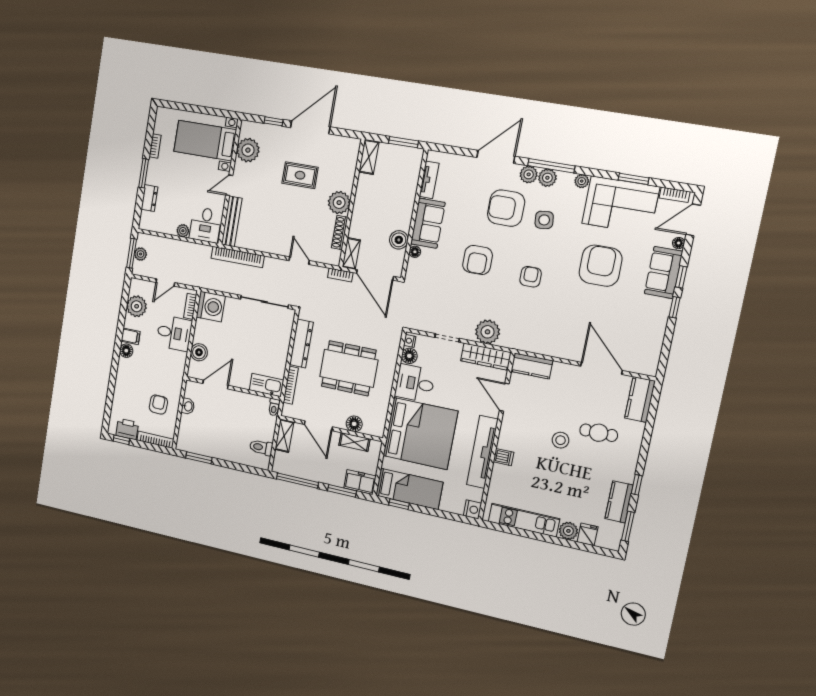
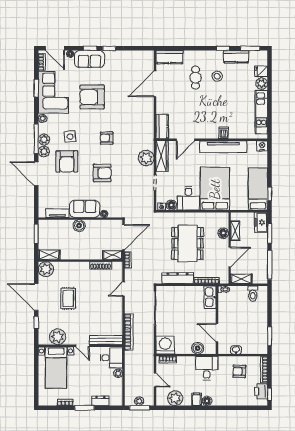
plant: (339, 203) -> (46, 269), moved
boiler: (399, 240) -> (79, 226), moved
desk: (174, 333) -> (207, 368), moved
bed: (420, 433) -> (215, 189), width x0.73
stool: (561, 440) -> (217, 76), moved

